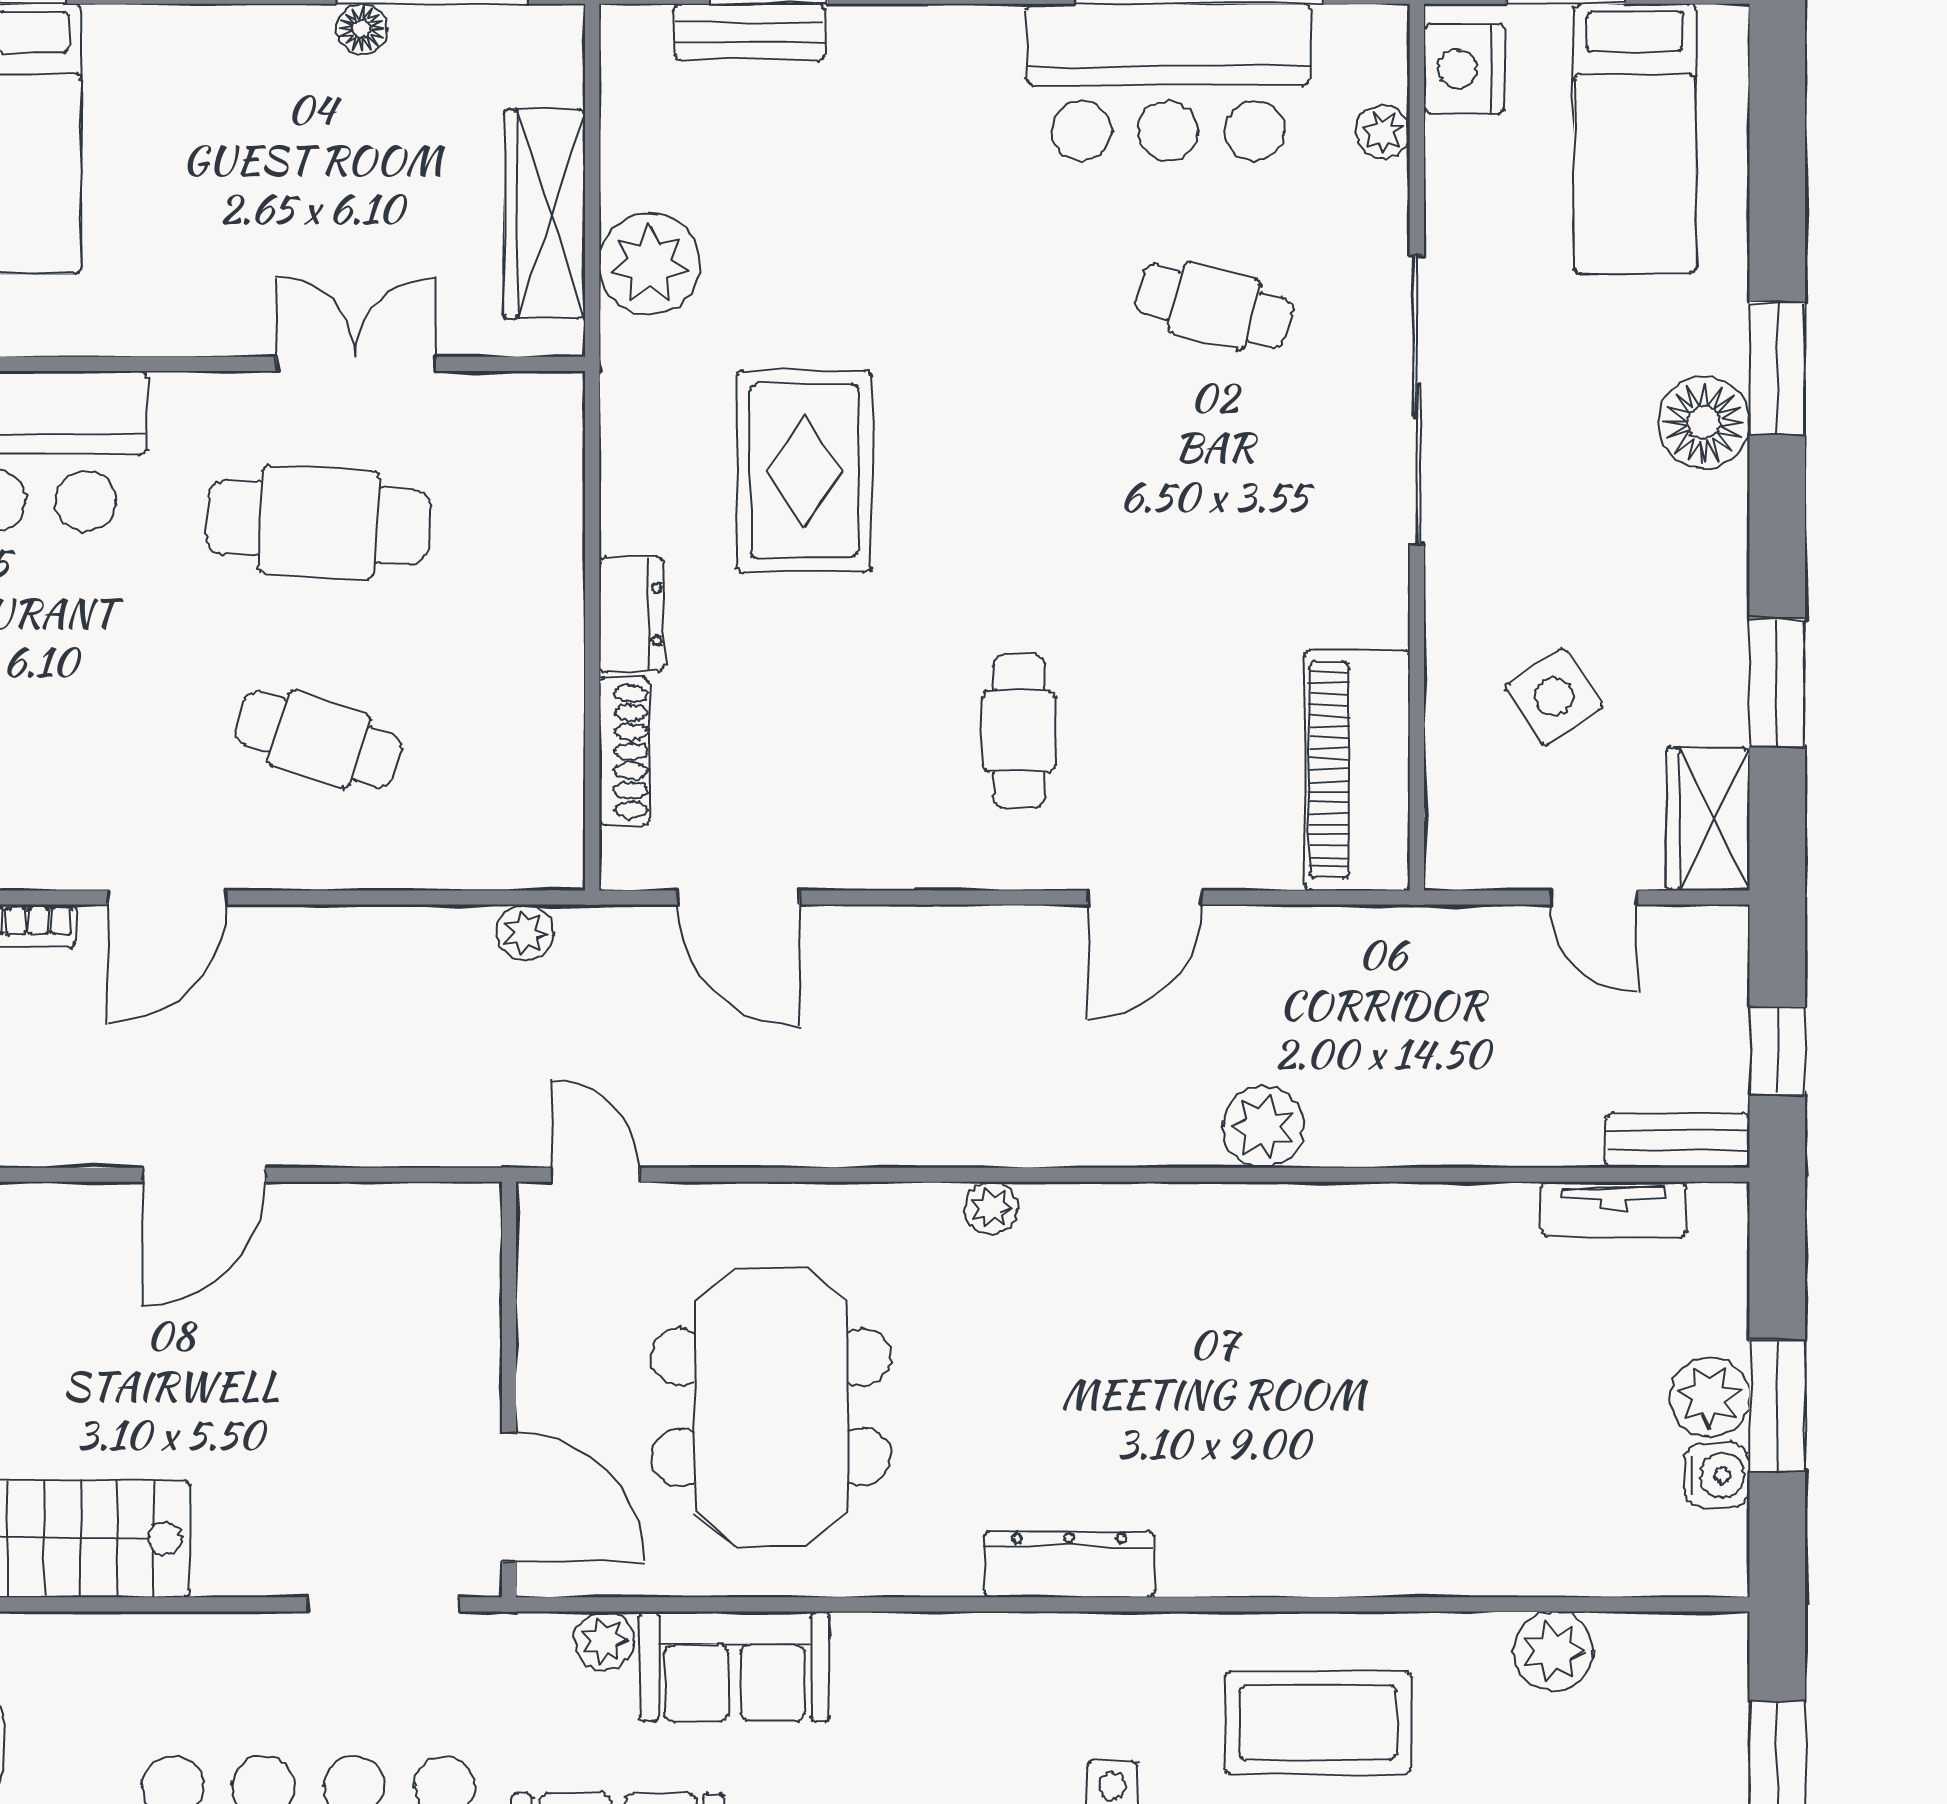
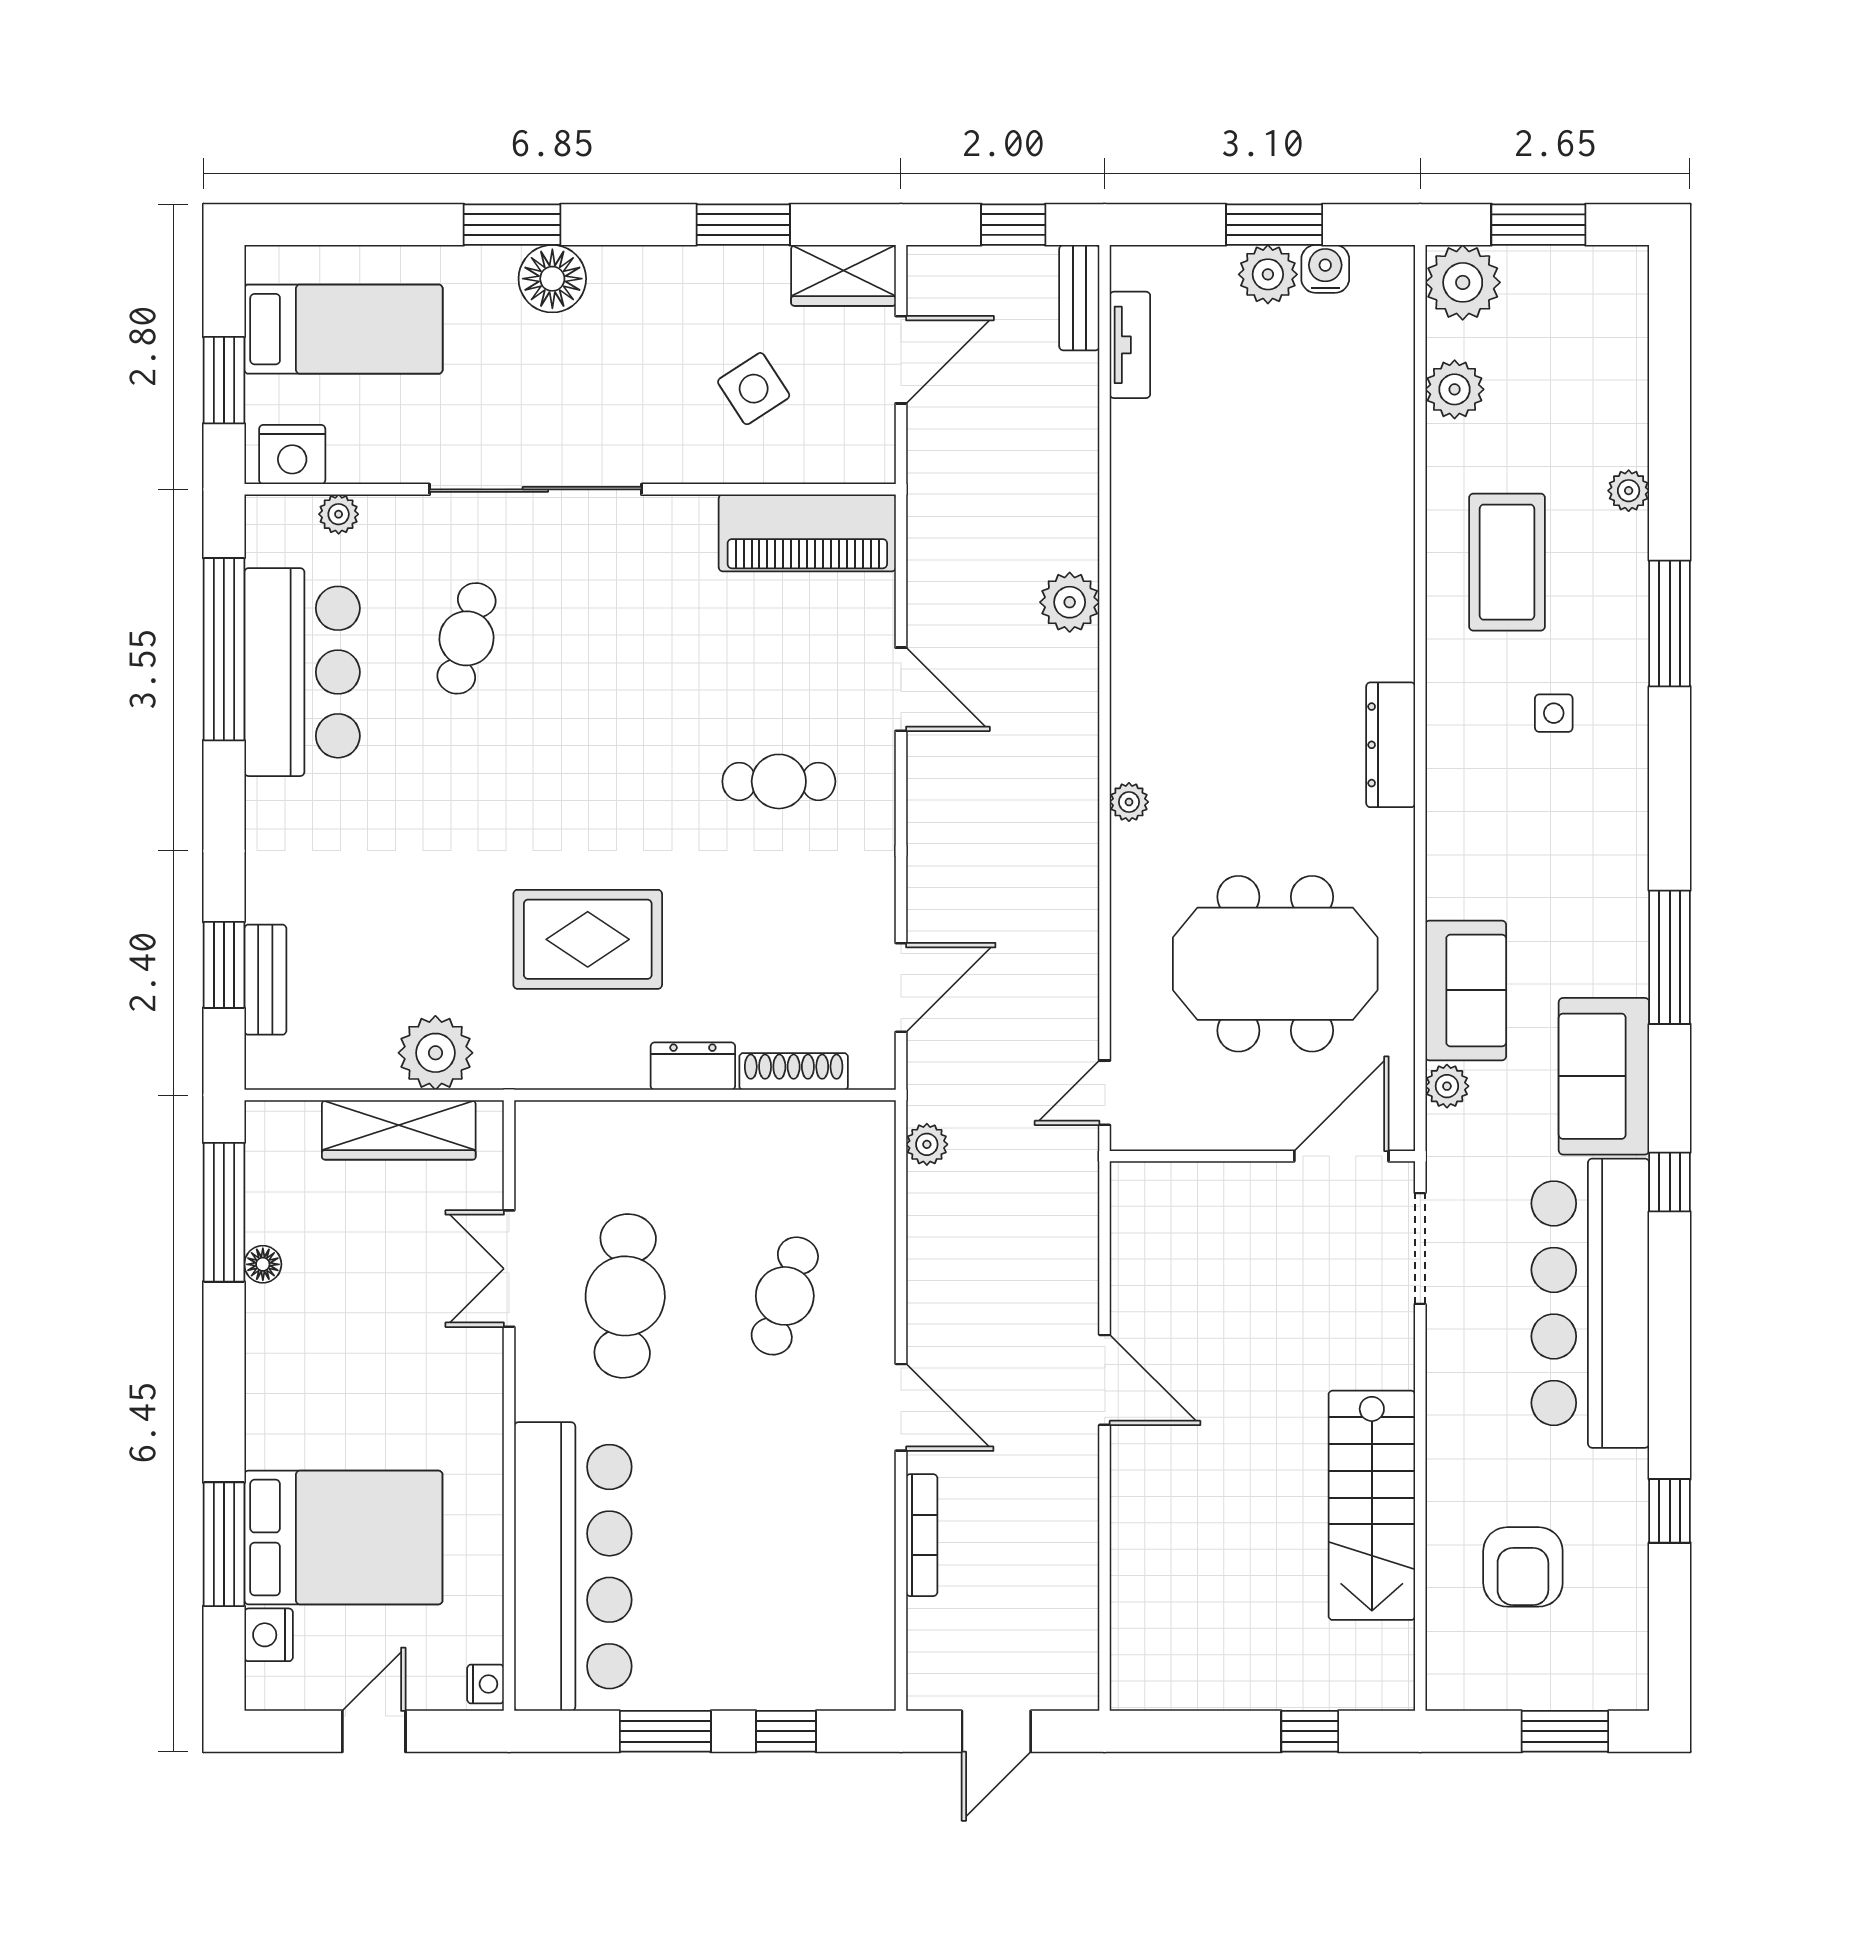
door: (1593, 898) -> (901, 360), width x1.38
plant: (1698, 1662) -> (1463, 282), added

